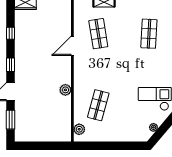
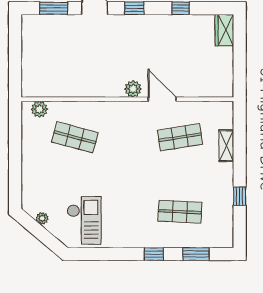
plant: (65, 90) -> (133, 89), moved

